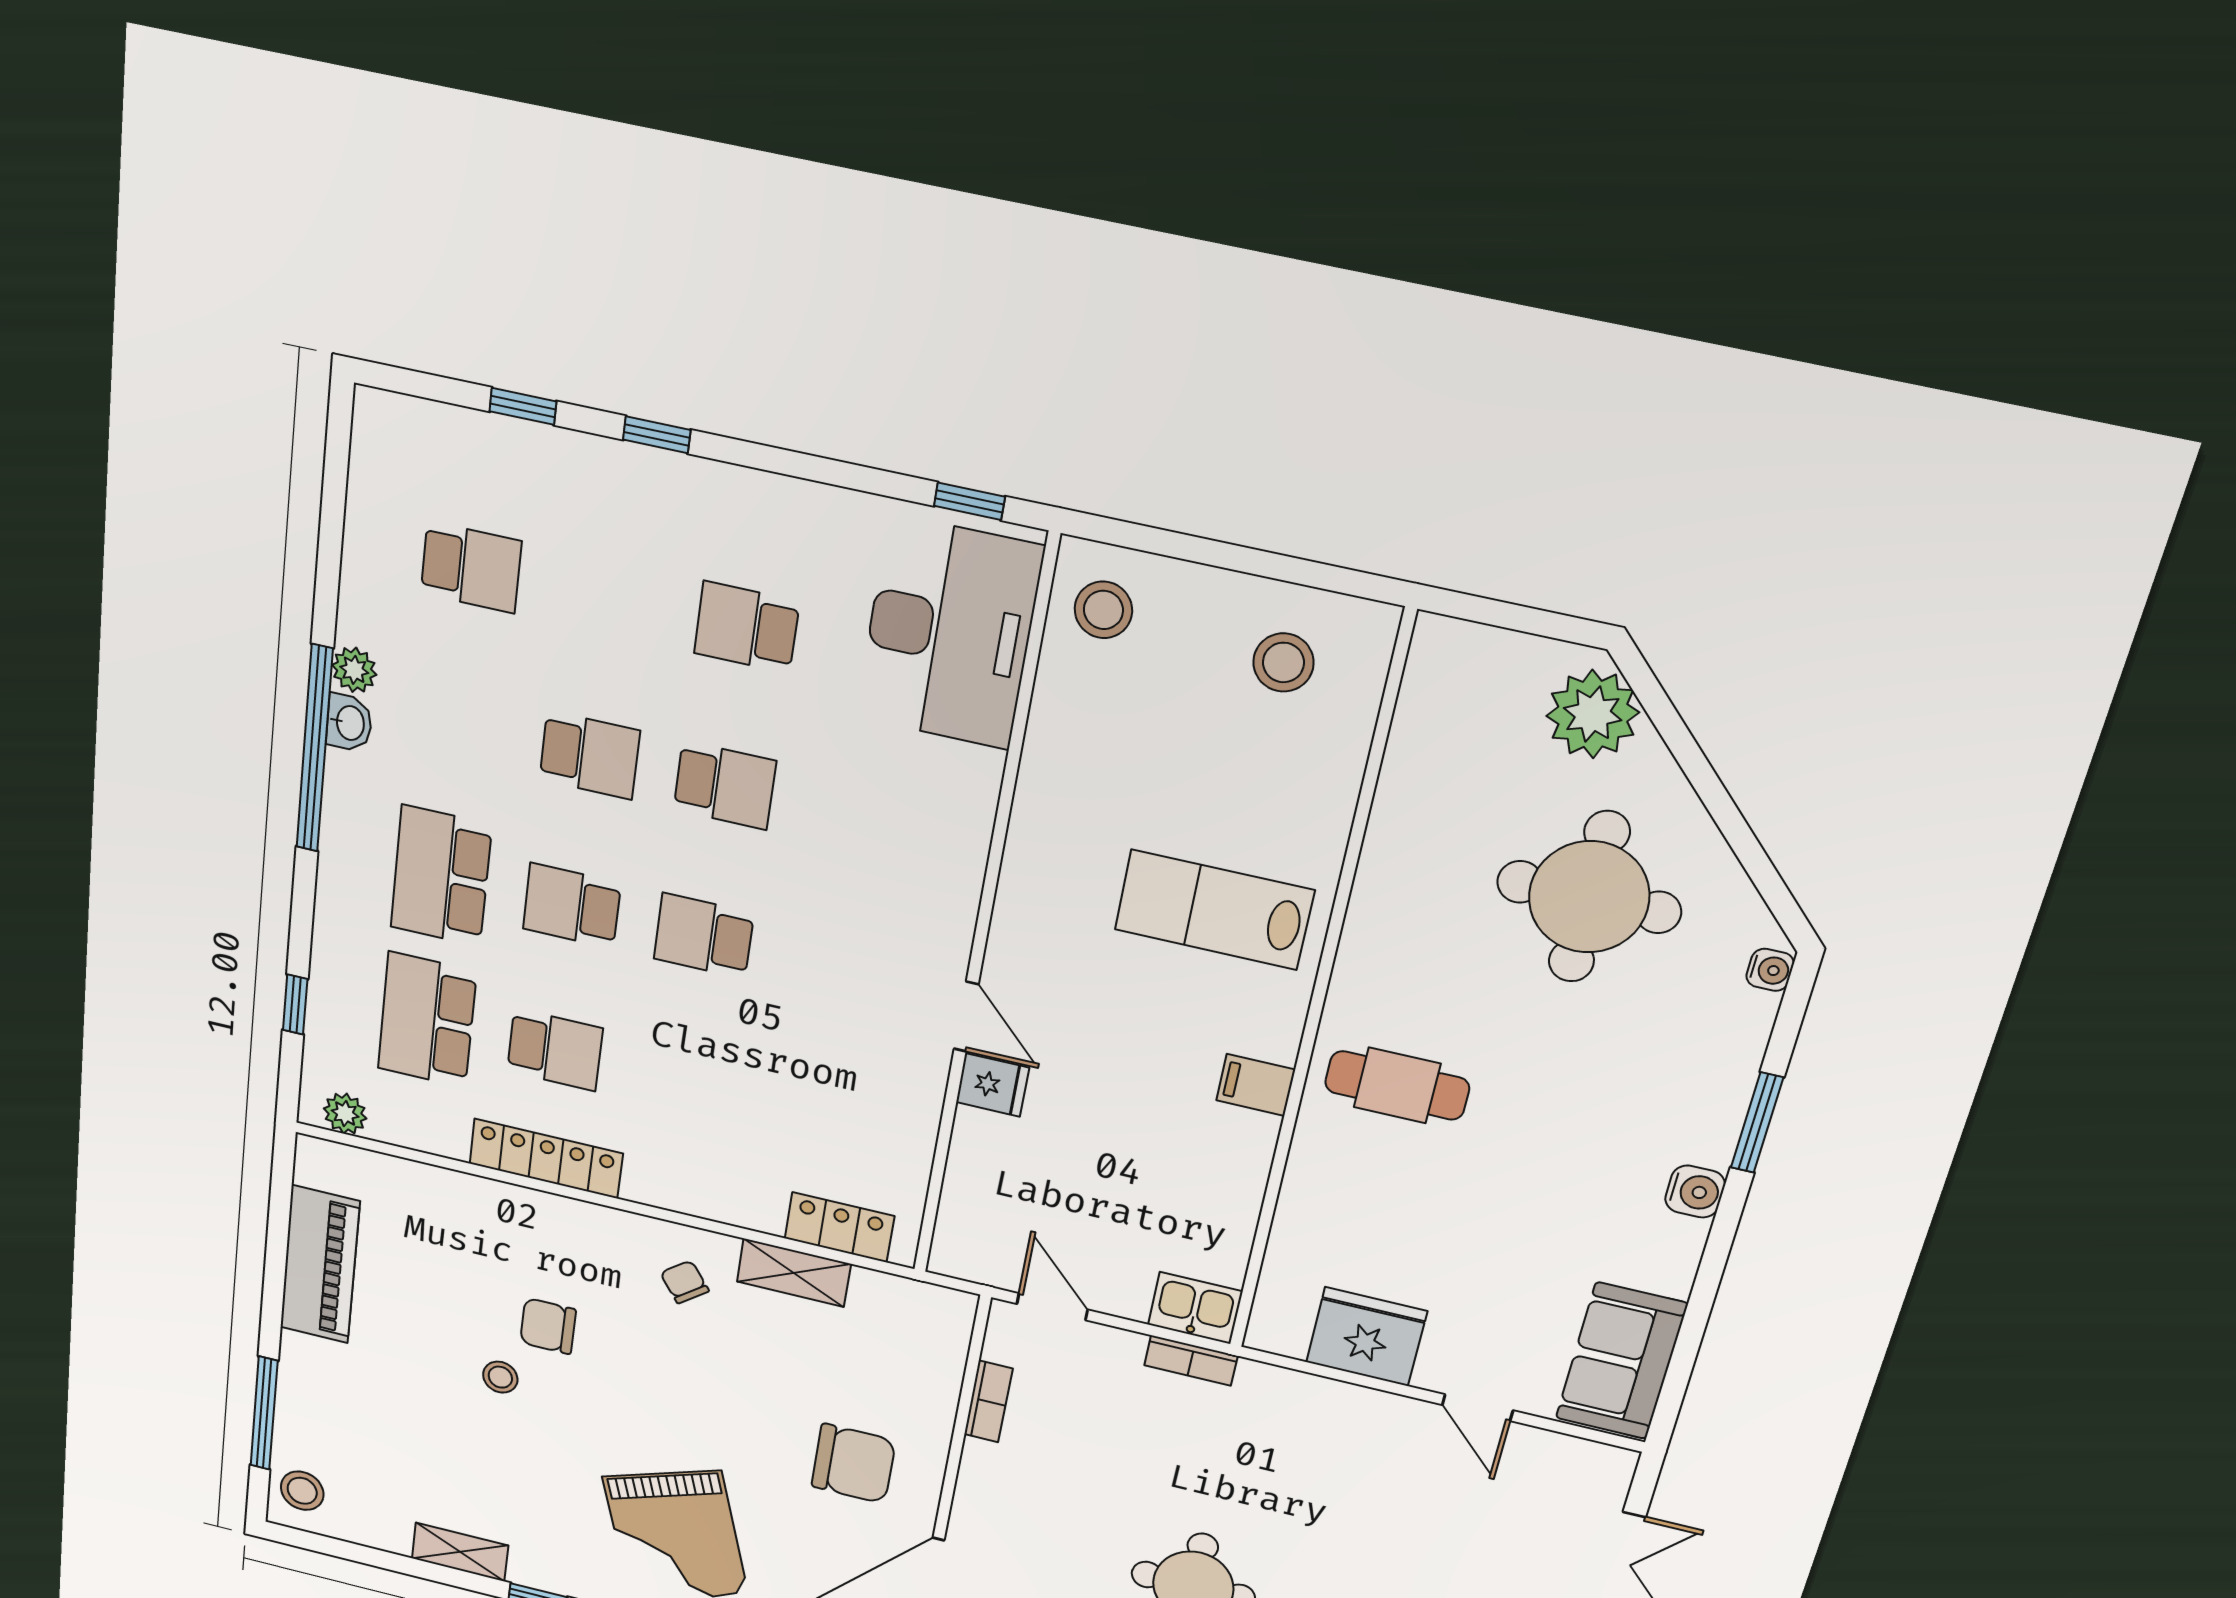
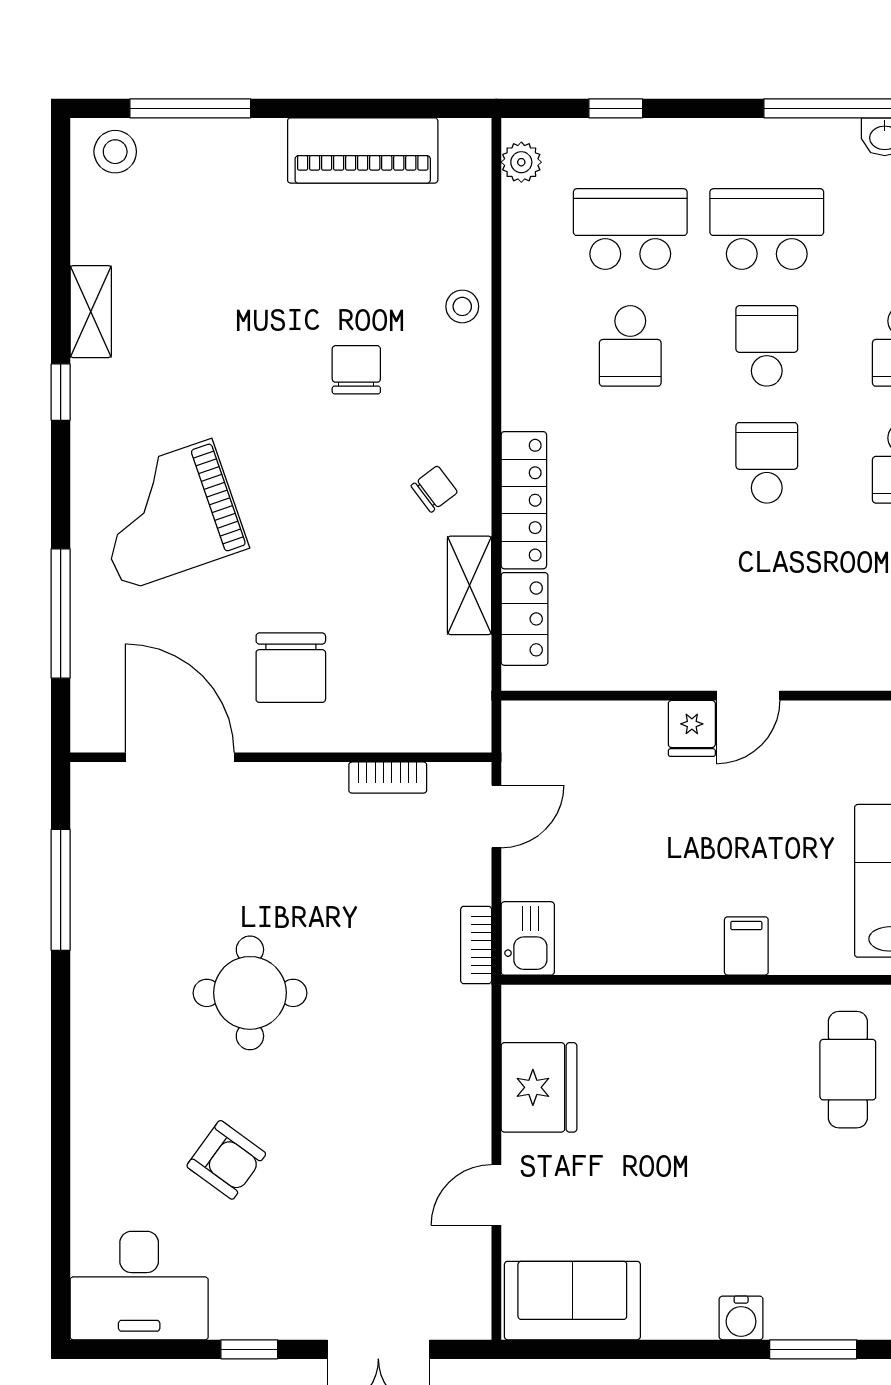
cafe table: (1397, 1085) -> (848, 1070), moved
locker: (546, 1159) -> (524, 500), moved
stool: (500, 1377) -> (462, 306), moved

